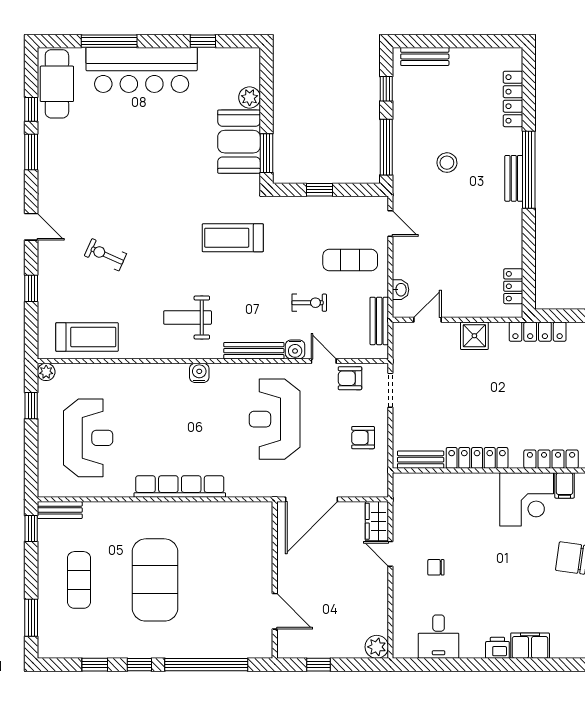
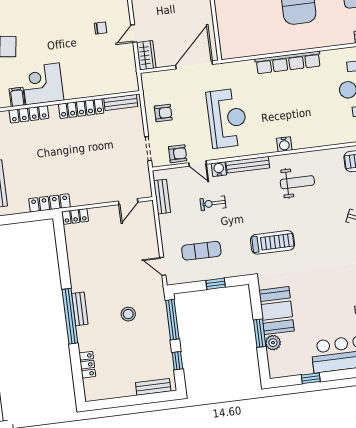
locker: (513, 99) -> (87, 365), width x0.66
window: (266, 153) -> (260, 333), moved
exercise mat: (350, 260) -> (201, 251), moved
locker: (513, 286) -> (75, 216), moved, turned 90
washbasin: (401, 290) -> (150, 220), removed
shower: (474, 336) -> (94, 195), removed
door: (390, 554) -> (134, 33), swing flipped

